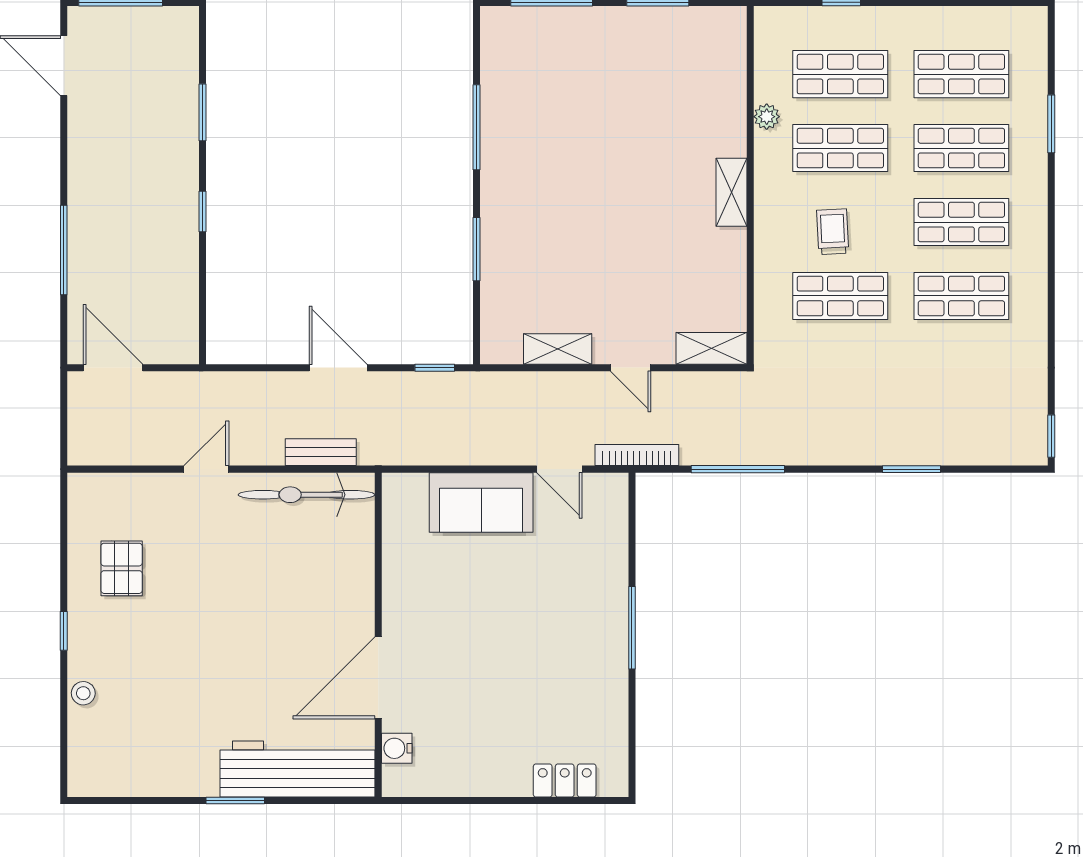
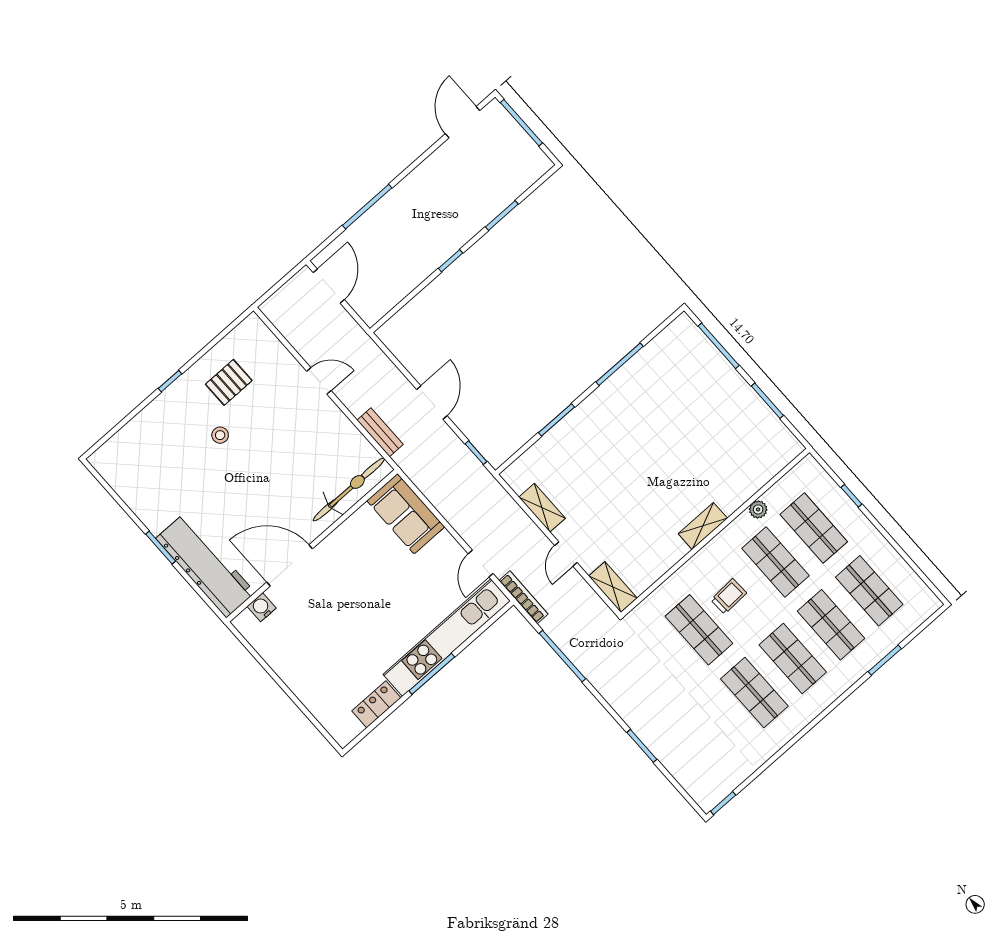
bicycle: (307, 495) -> (349, 489), moved, turned 90
sofa: (481, 502) -> (406, 514), moved
kitchen unit: (607, 577) -> (447, 638), added
stool: (83, 693) -> (220, 435), moved
locker: (565, 781) -> (376, 704), moved, turned -90

